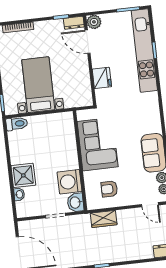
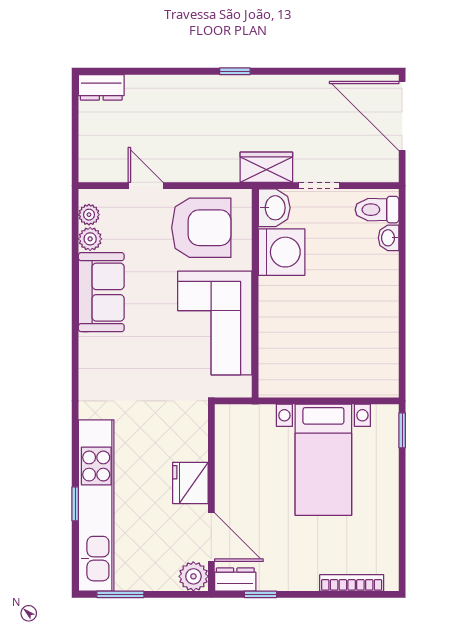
fridge: (102, 78) -> (190, 483), moved
toilet: (17, 124) -> (377, 210), moved
shower: (23, 175) -> (376, 276), removed
armchair: (109, 189) -> (201, 228), width x1.88, depth x1.88
door: (150, 205) -> (146, 186), moved
wardrobe: (104, 219) -> (266, 167), moved

